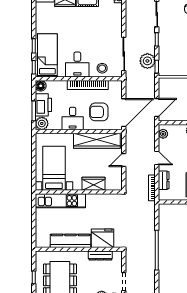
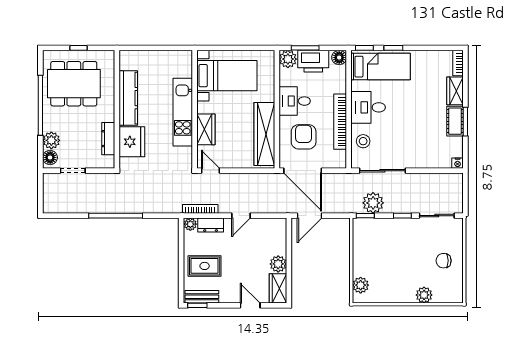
door: (157, 108) -> (310, 216), hinge flipped
plant: (163, 134) -> (190, 224), moved
door: (124, 160) -> (210, 171), moved
kitchen unit: (60, 201) -> (183, 112), moved

